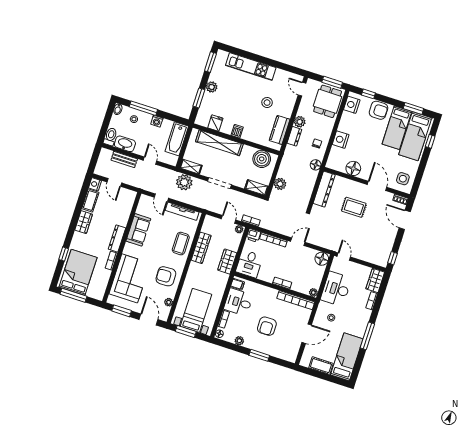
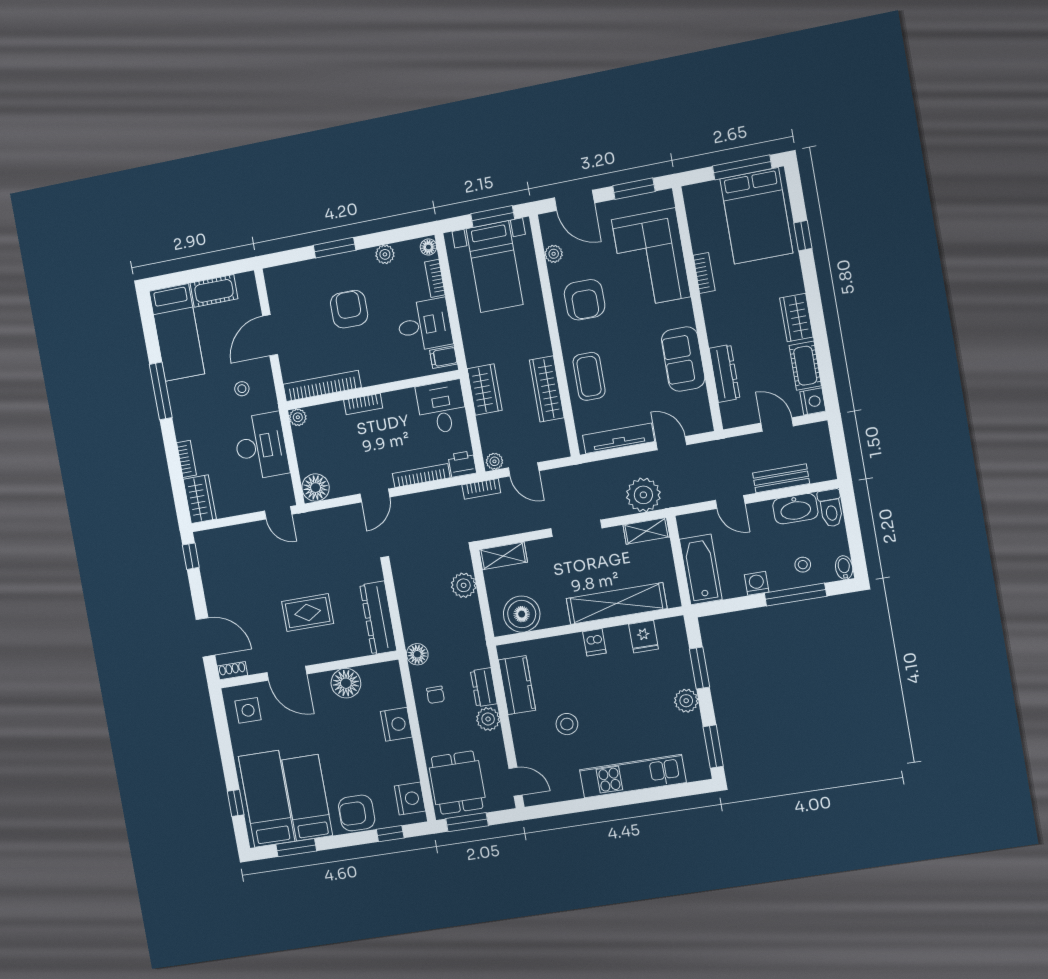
dresser: (117, 239) -> (725, 373), moved
armchair: (166, 276) -> (585, 300), turned 92

